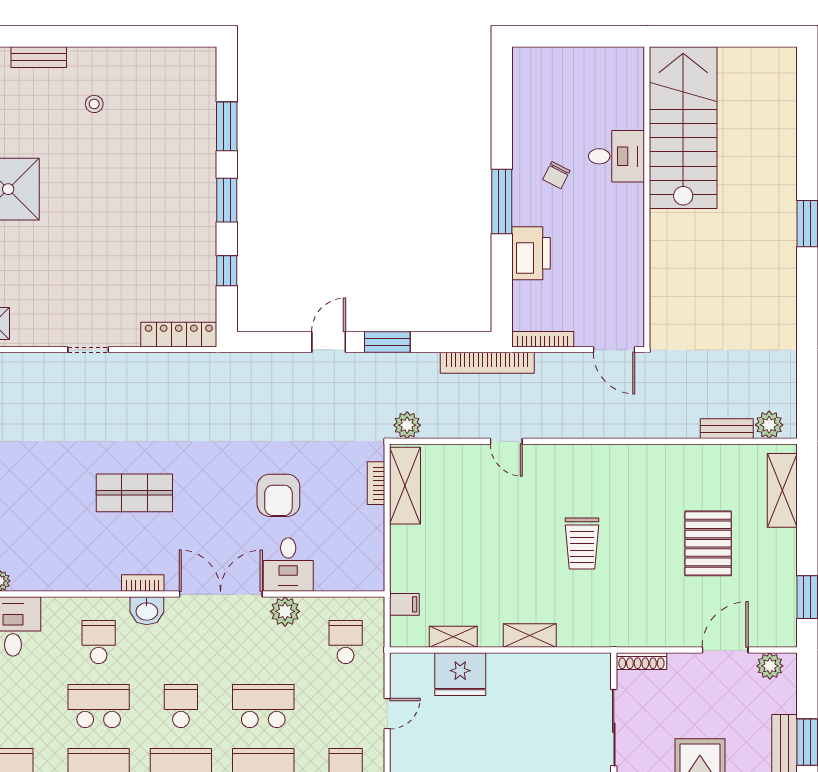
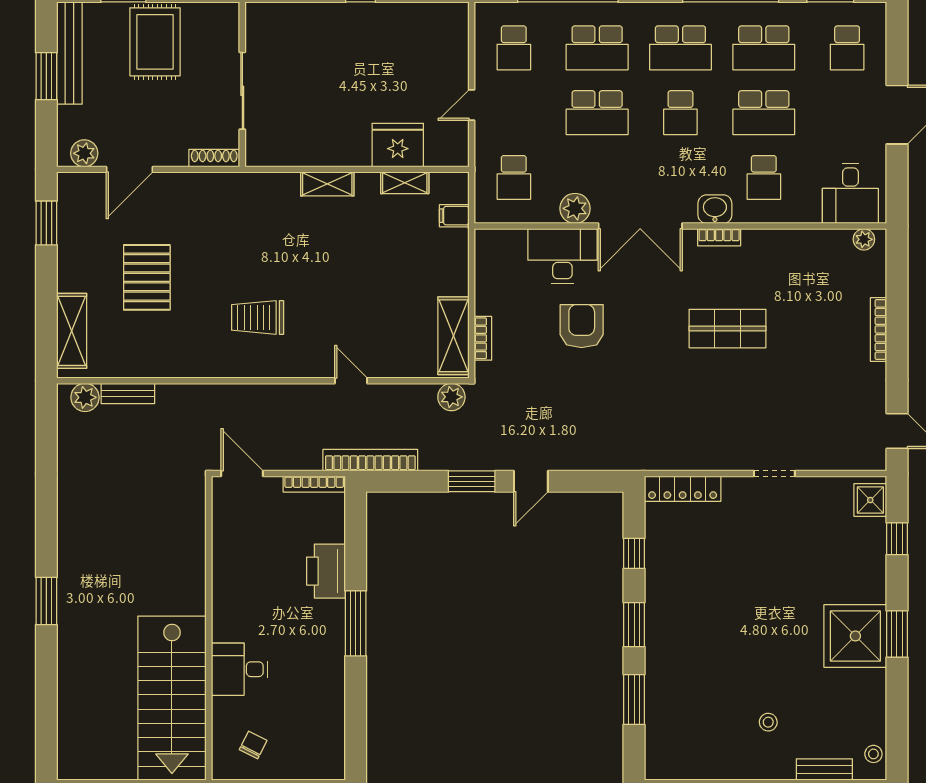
chair: (556, 175) -> (253, 745), moved
trolley: (582, 543) -> (258, 317), moved, turned -90
desk: (288, 565) -> (562, 256), width x1.37

